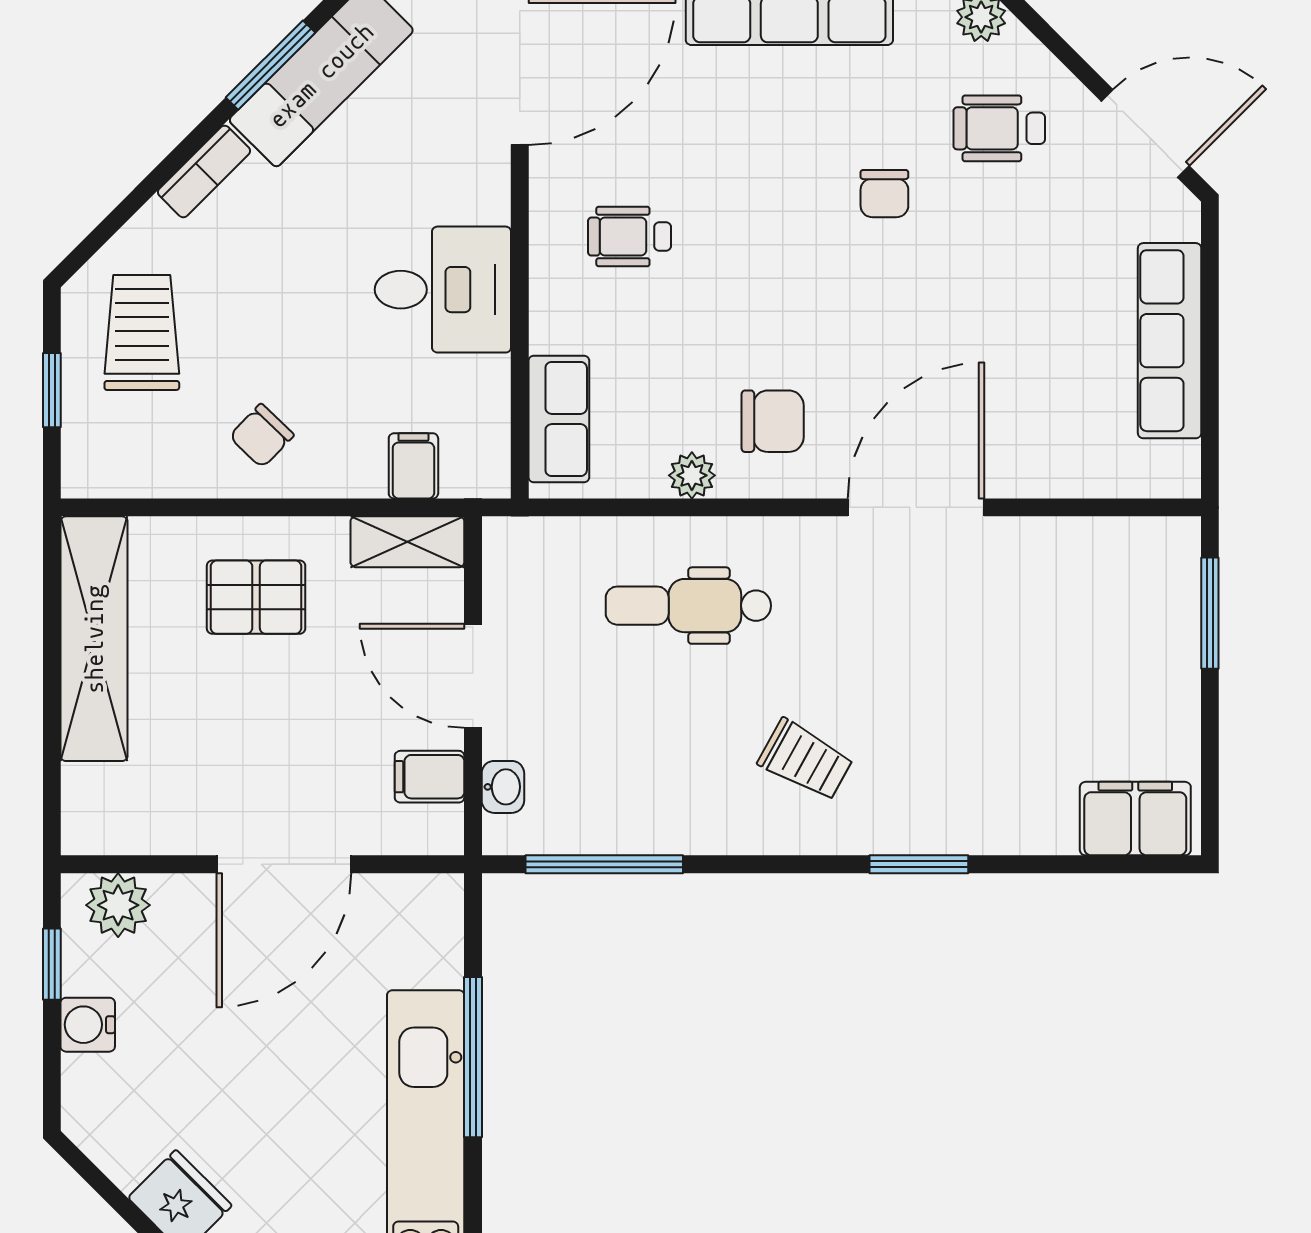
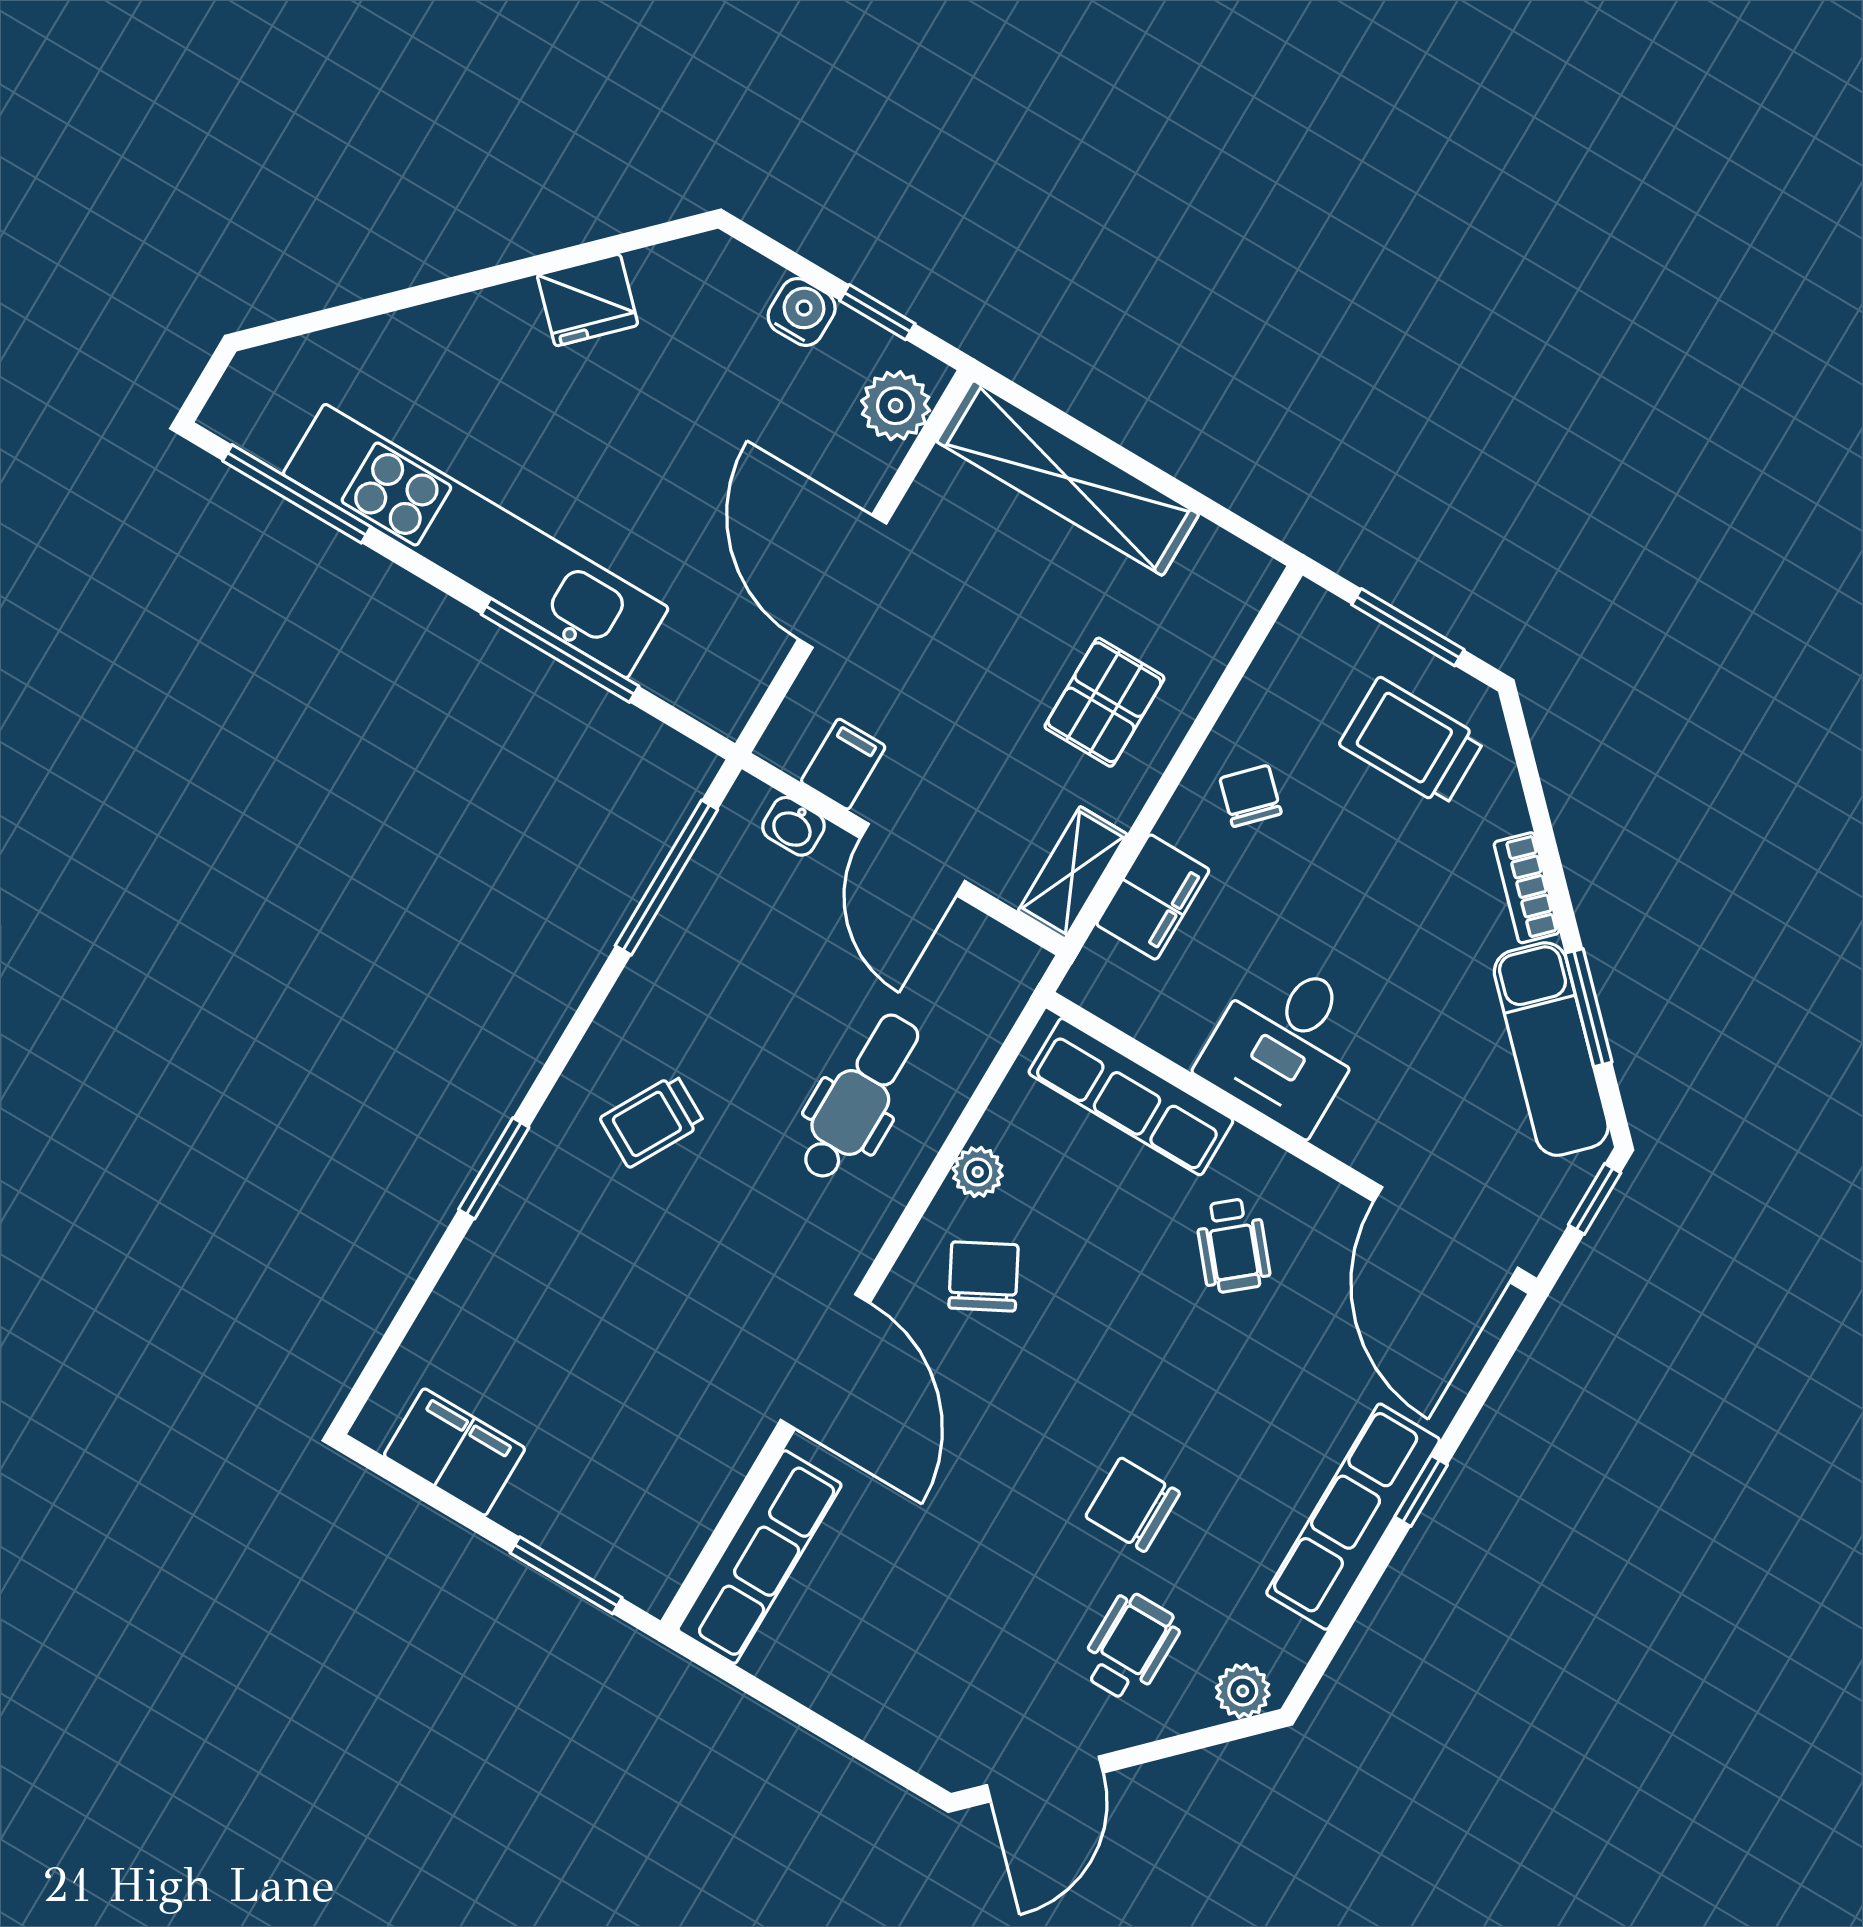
chair: (884, 194) -> (1133, 1505), width x1.37, depth x1.37
wheelchair: (630, 237) -> (1233, 1245), turned 140
trolley: (142, 332) -> (1412, 742), turned 180
row of seats: (1170, 341) -> (760, 1557), moved, turned 90
window: (52, 390) -> (1408, 627), width x1.50
row of seats: (559, 419) -> (1131, 1097), width x1.48
chair: (773, 421) -> (984, 1276), turned 152
filing cabinet: (413, 466) -> (1153, 897), width x2.00
shelving: (94, 639) -> (1068, 478), moved
door: (473, 676) -> (913, 860), swing flipped
filing cabinet: (1135, 819) -> (454, 1452), moved, turned -90

